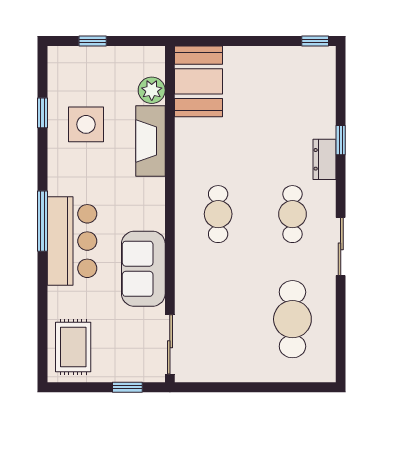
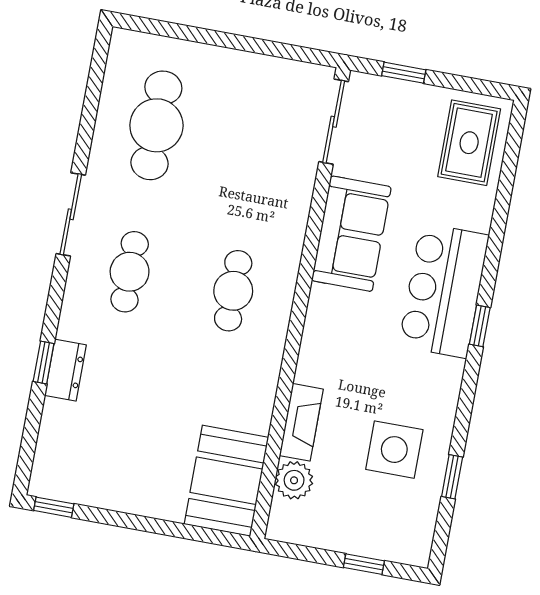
fireplace: (151, 141) -> (301, 422), width x0.73, depth x0.76
dresser: (324, 159) -> (65, 370), moved
window: (42, 221) -> (480, 326), width x0.46

